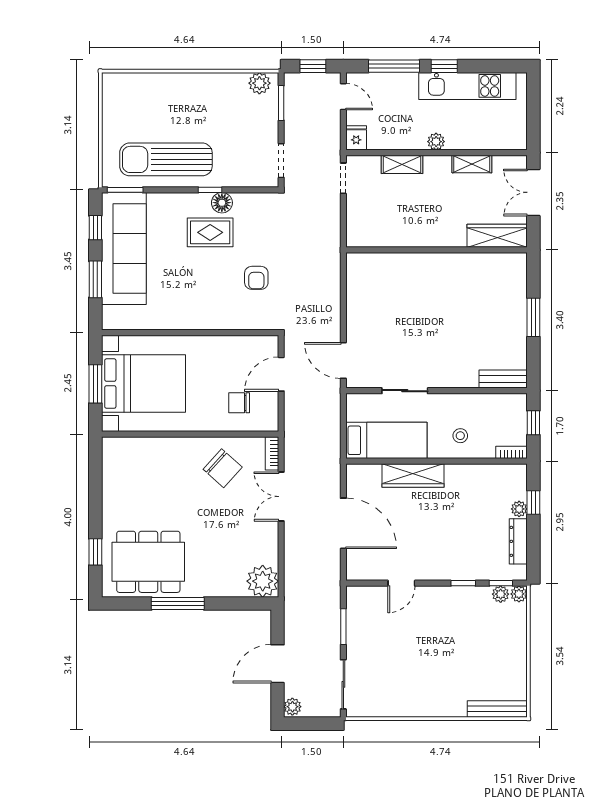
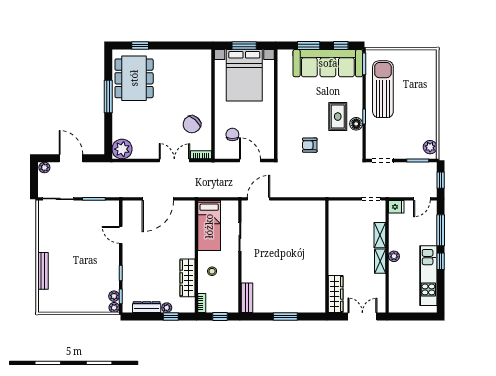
shelving: (472, 164) -> (380, 261), moved
wardrobe: (413, 475) -> (187, 278), moved
bench: (497, 709) -> (43, 271), moved

